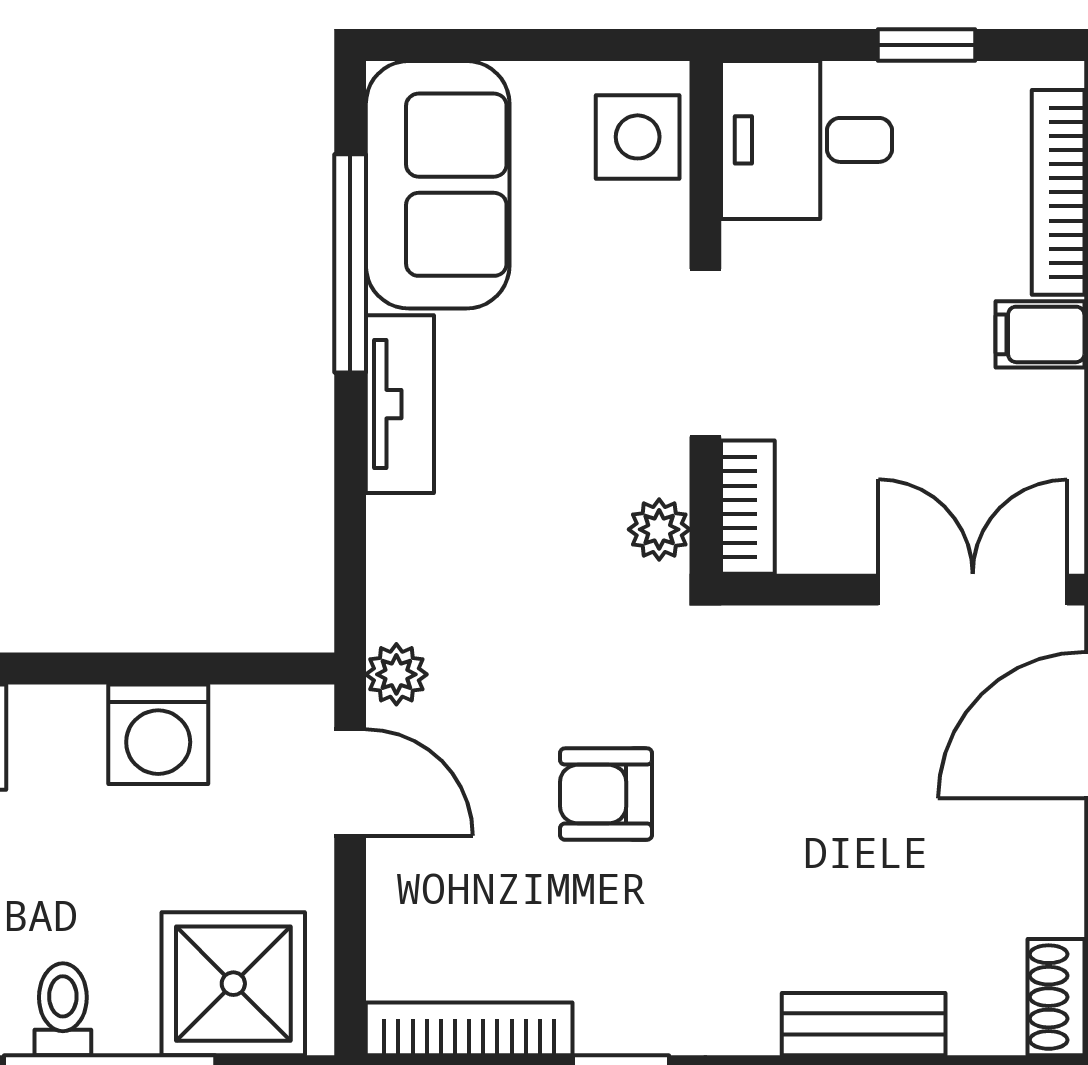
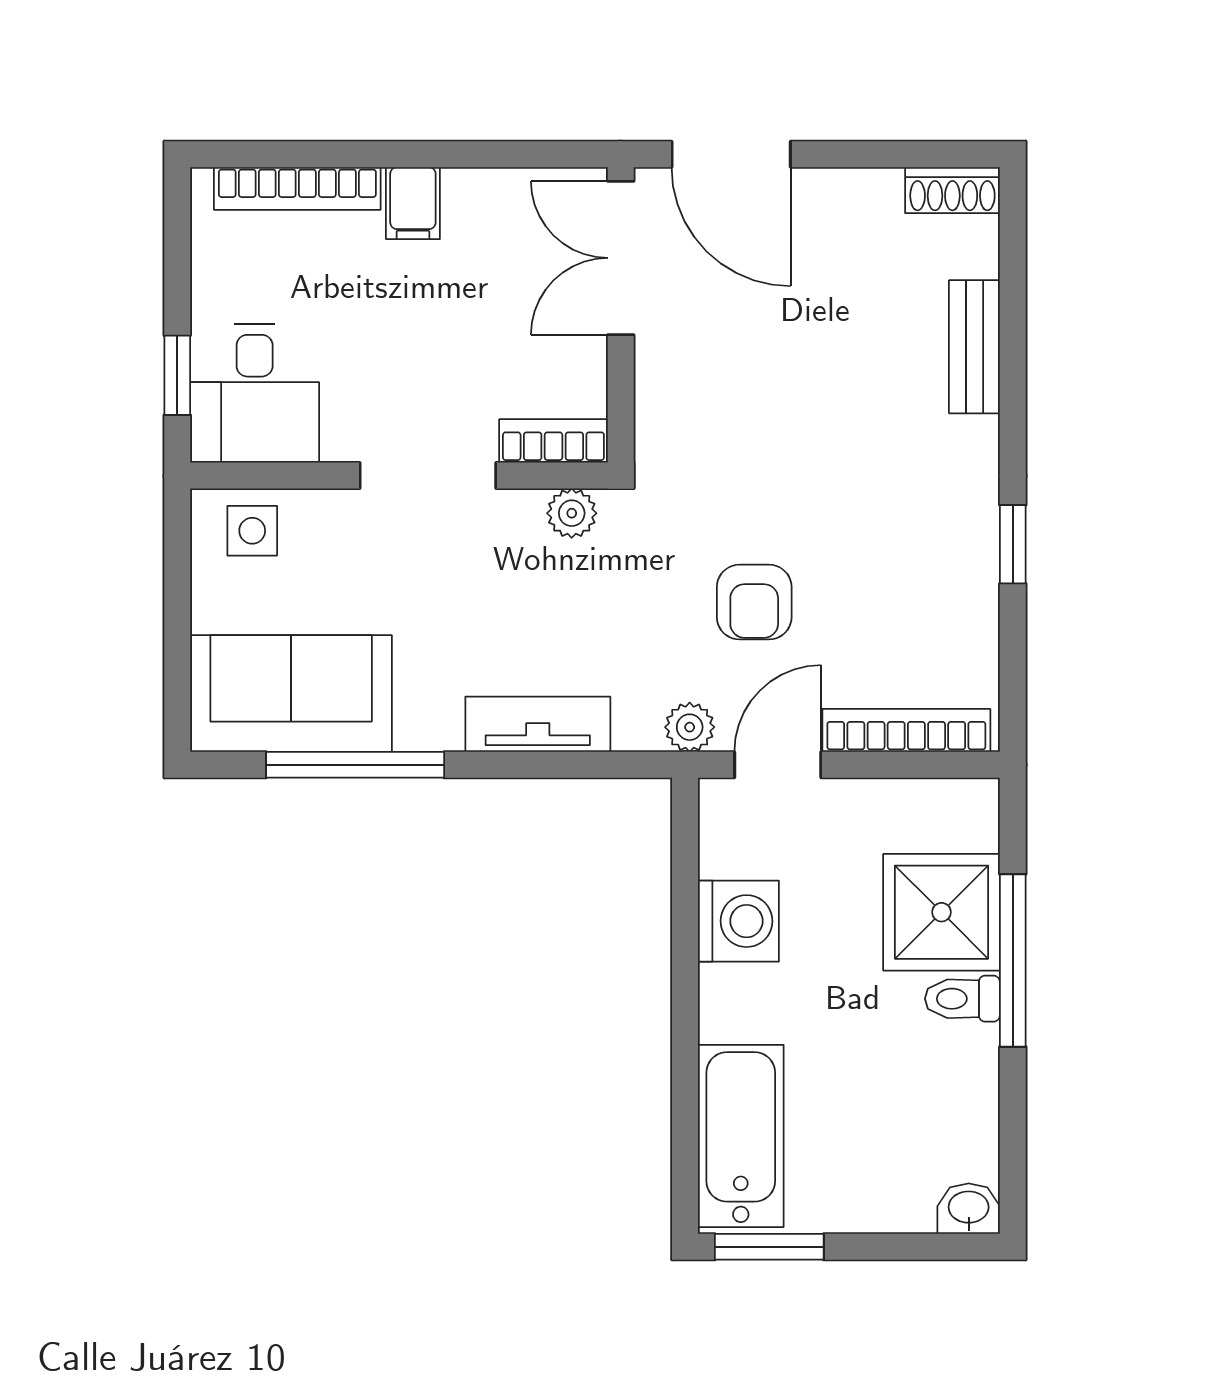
window: (927, 45) -> (177, 375), moved
side table: (638, 137) -> (252, 531), width x0.73, depth x0.73
tv unit: (400, 404) -> (538, 724), moved
armchair: (606, 794) -> (754, 602), moved
shower: (233, 984) -> (942, 912), moved
bookcase: (469, 1029) -> (906, 730), moved, turned 90

